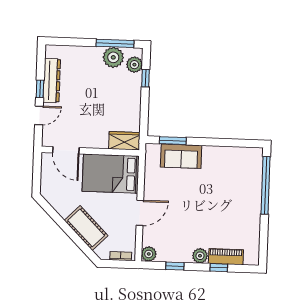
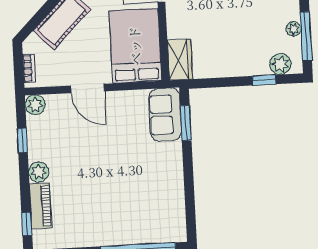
plant: (113, 57) -> (293, 29), width x0.53, depth x0.53
sofa: (181, 156) -> (165, 115), moved
window: (219, 268) -> (27, 224), moved

